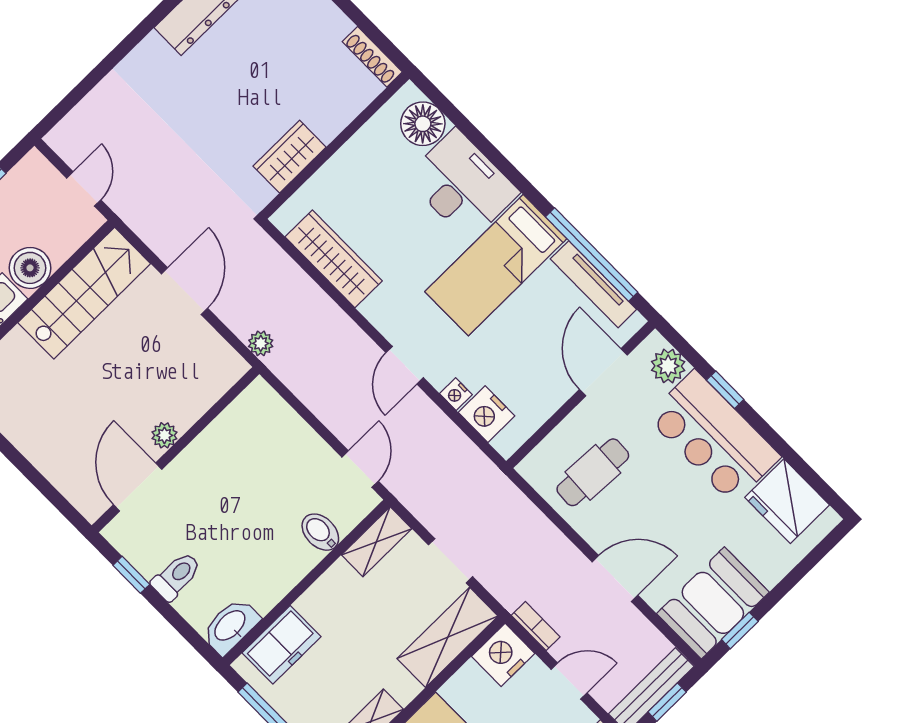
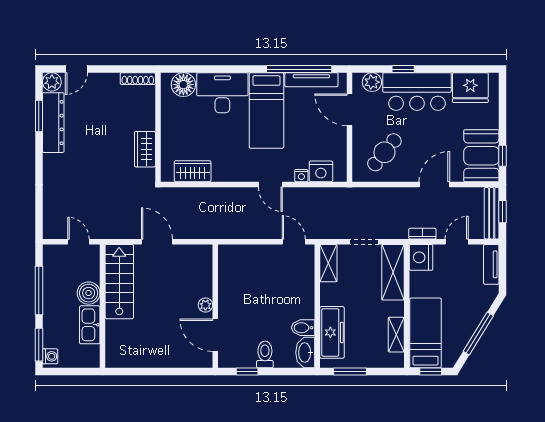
wardrobe: (334, 259) -> (193, 171), width x0.67
plant: (261, 343) -> (207, 232), removed
cafe table: (593, 472) -> (384, 152), turned 36
bidet: (320, 532) -> (303, 328), moved
freezer: (281, 645) -> (332, 332), width x1.40

